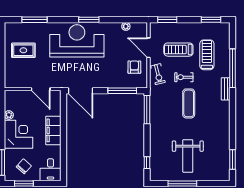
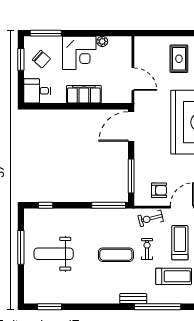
door: (41, 89) -> (133, 79), swing flipped

